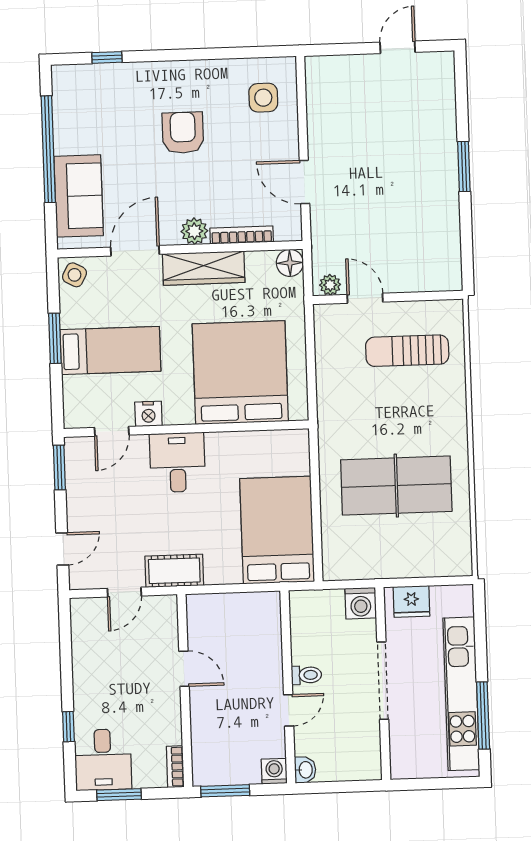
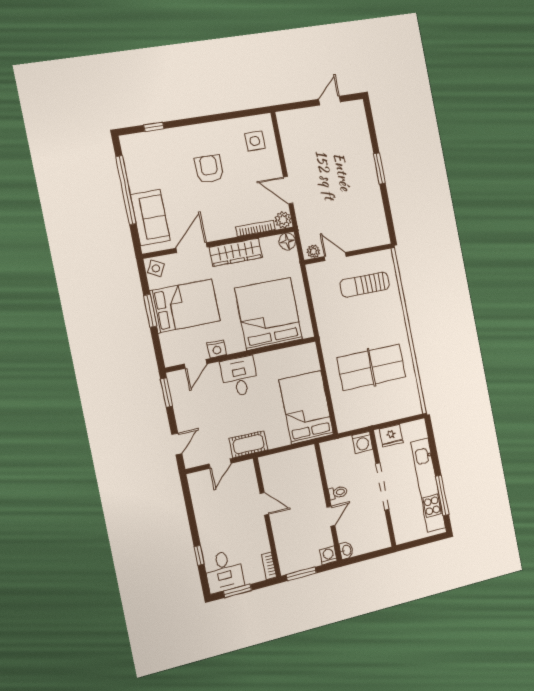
plant: (194, 231) -> (283, 220), moved
bed: (110, 350) -> (185, 306), width x1.50

